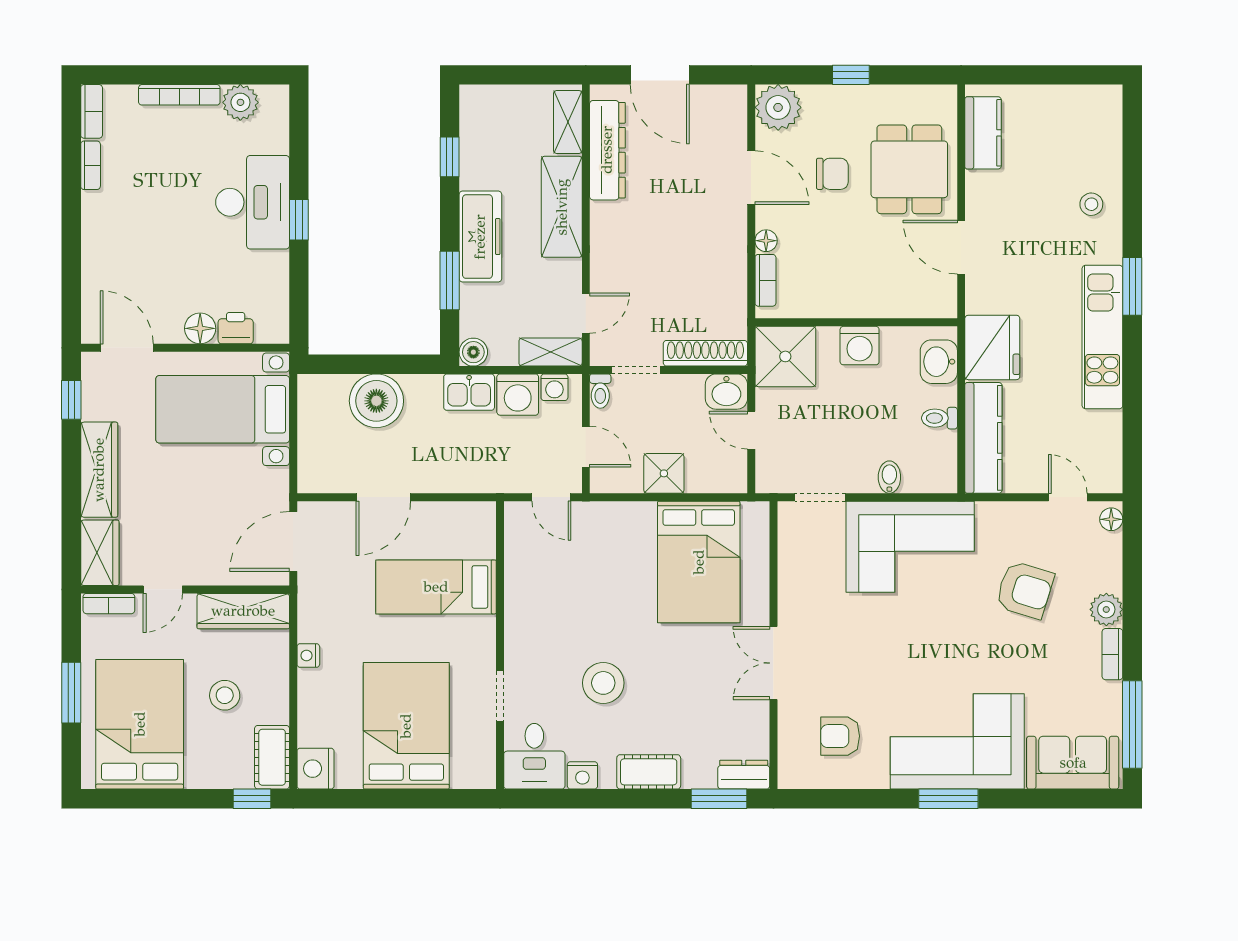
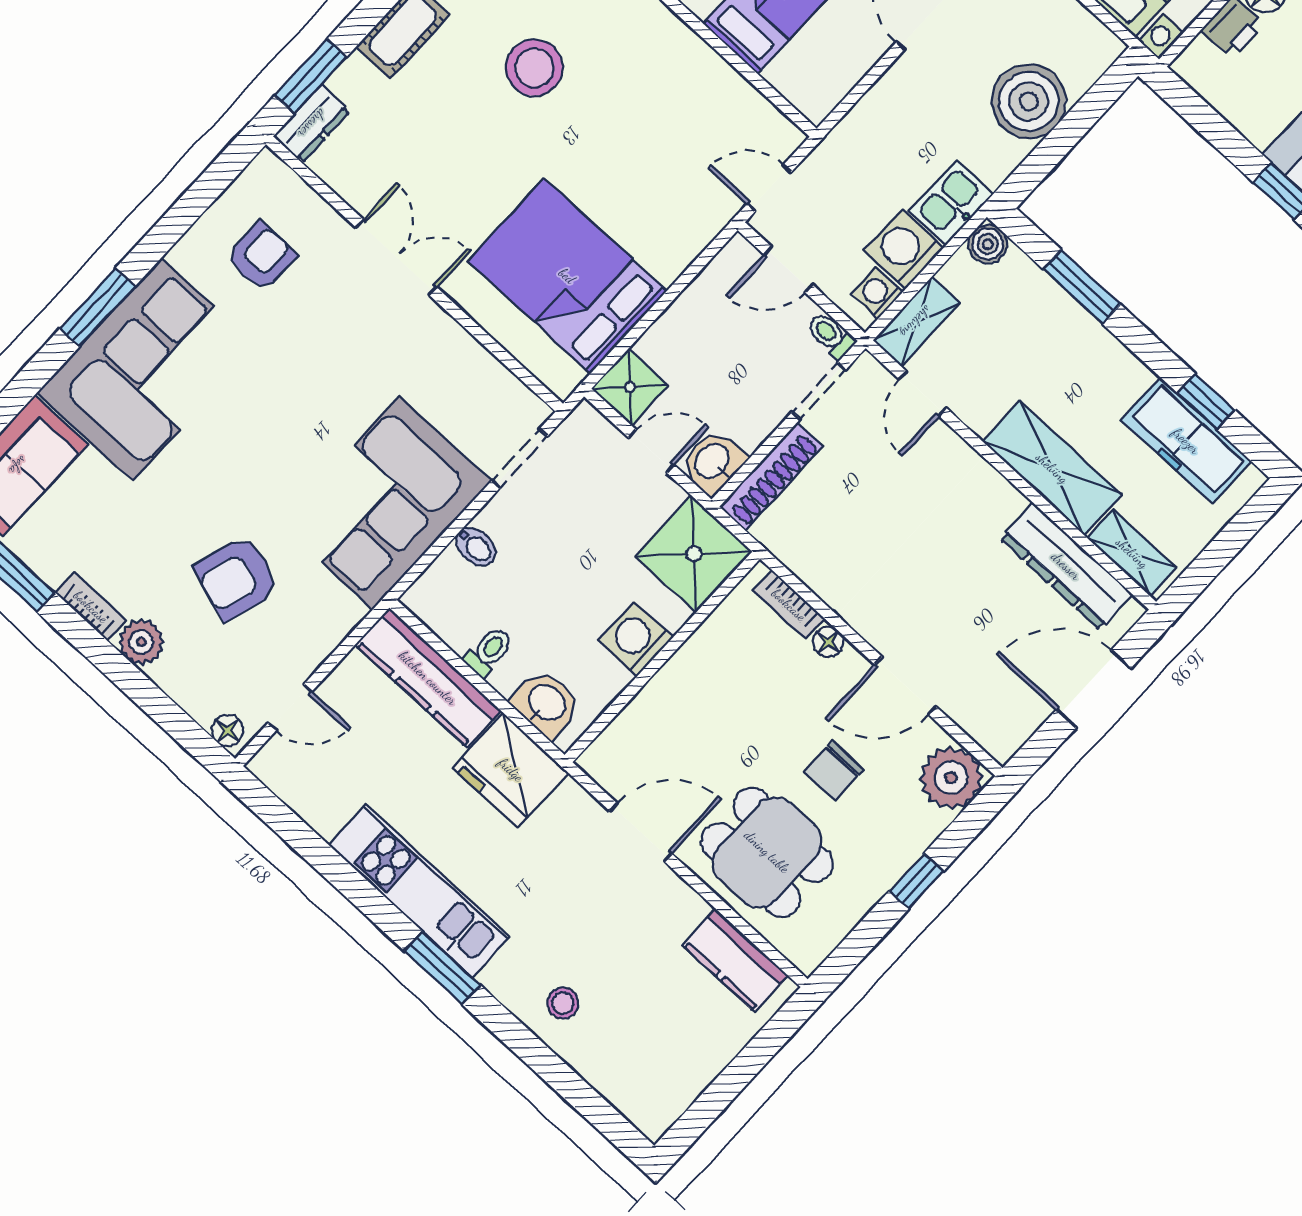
freezer: (480, 237) -> (1186, 441), moved
shower: (664, 473) -> (630, 387), moved

